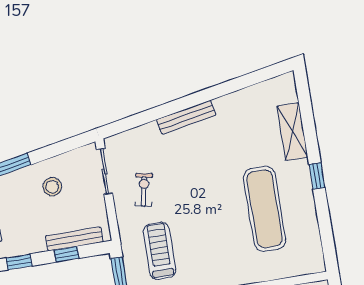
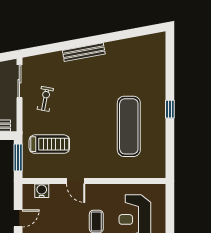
shelving: (292, 132) -> (158, 75), removed
treadmill: (160, 251) -> (49, 144), turned 90

